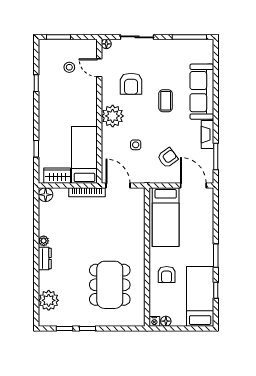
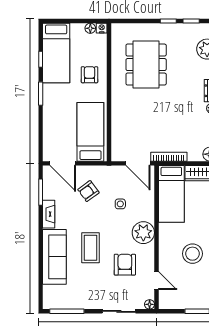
stool: (69, 67) -> (192, 254), moved, width x1.89, depth x1.89
coffee table: (166, 101) -> (91, 248), width x1.36, depth x1.30

